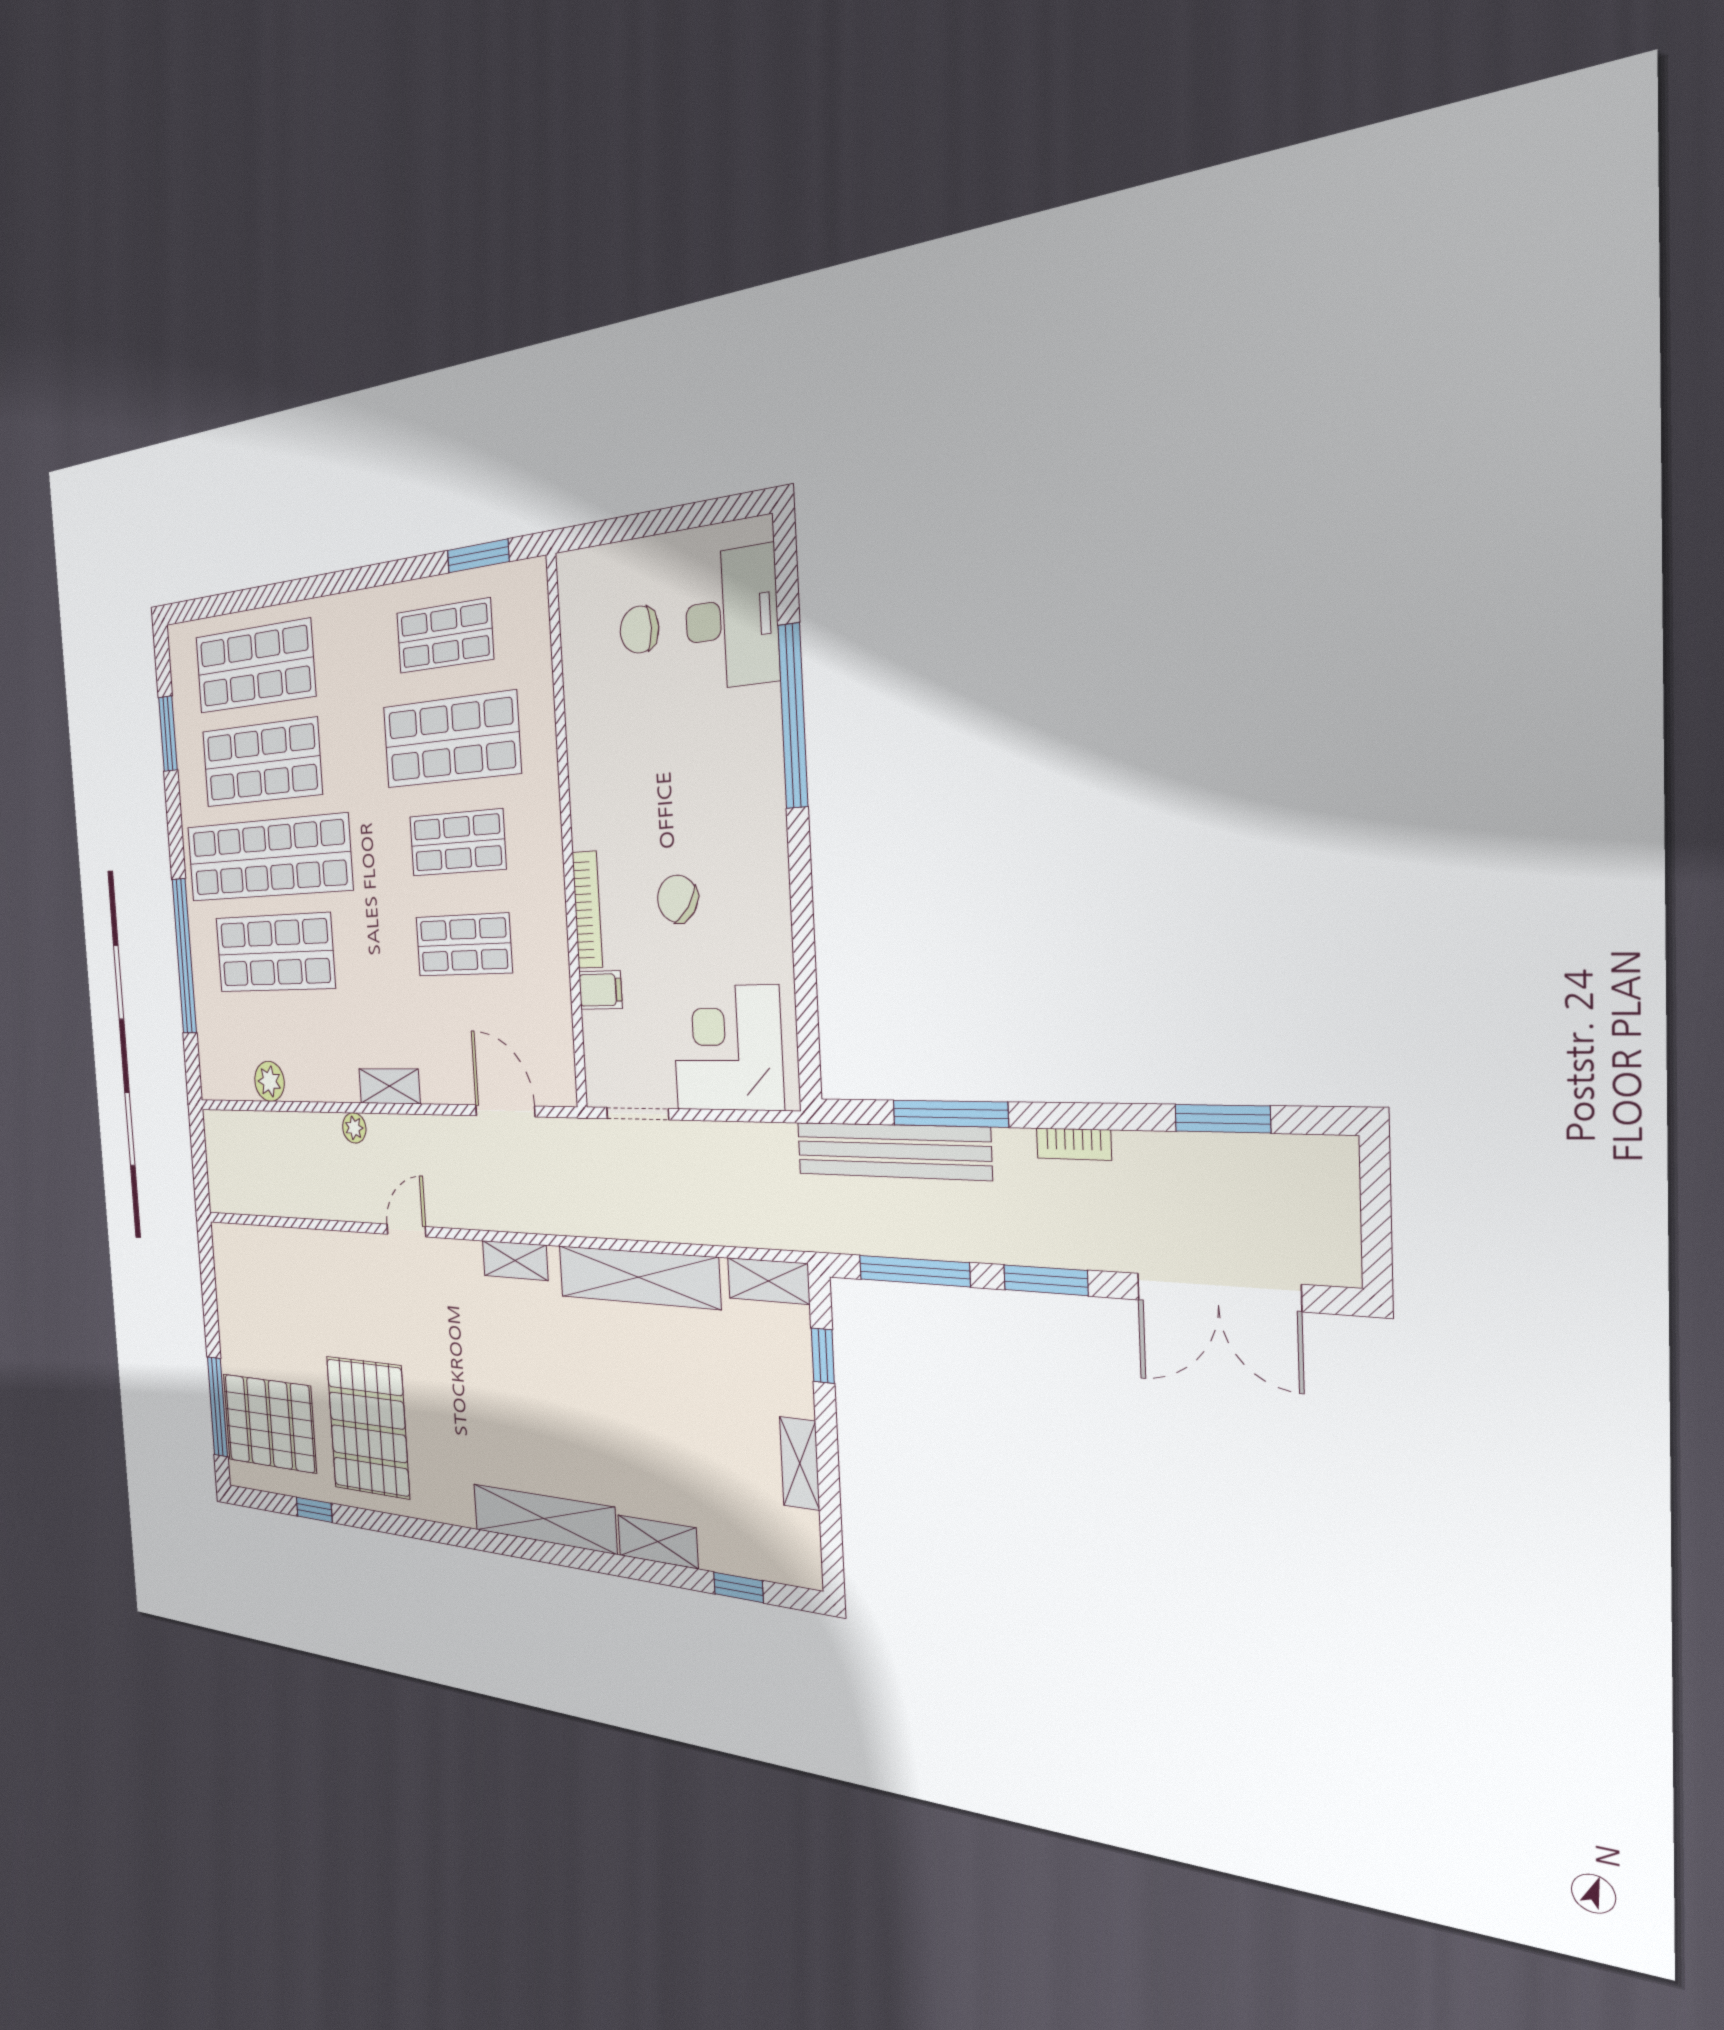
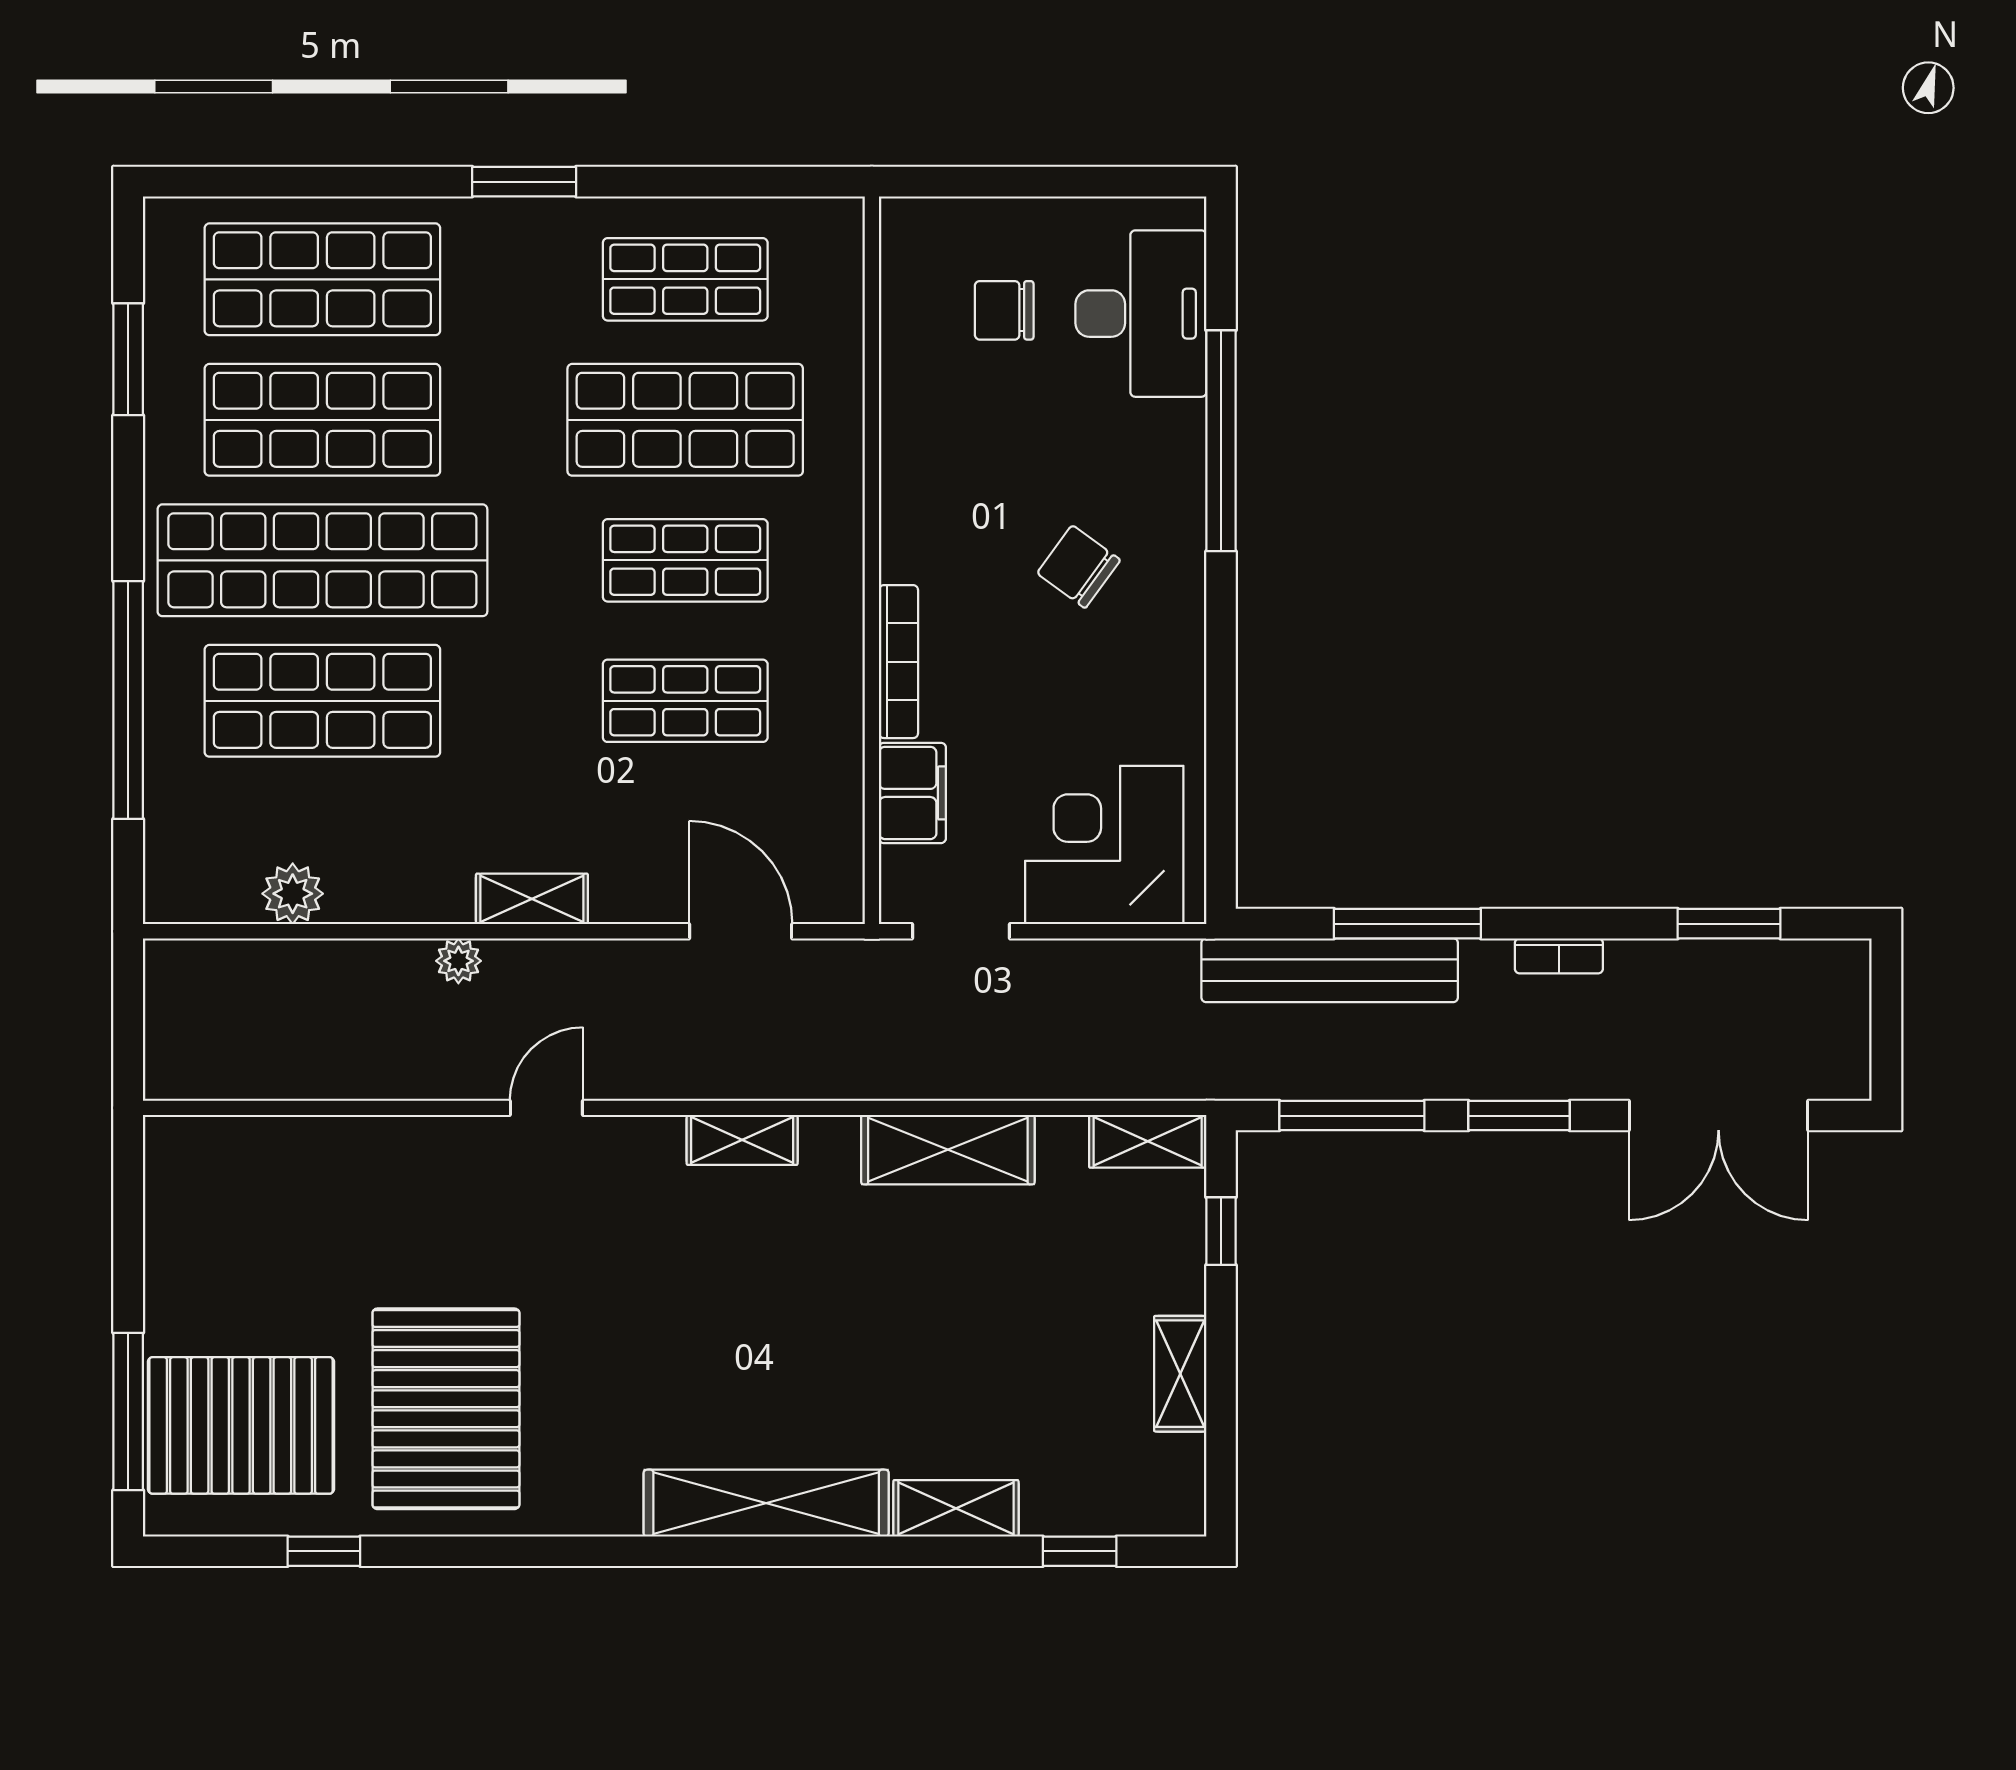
window: (478, 556) -> (524, 182), moved
chair: (678, 899) -> (1079, 567), moved
filing cabinet: (600, 990) -> (912, 793), width x2.00
shelving: (638, 1277) -> (948, 1150), width x0.68

